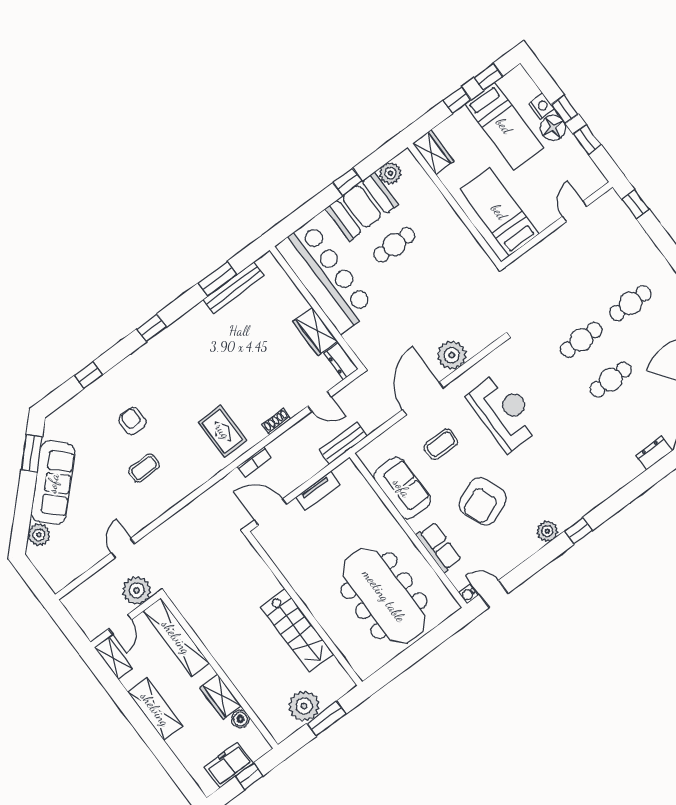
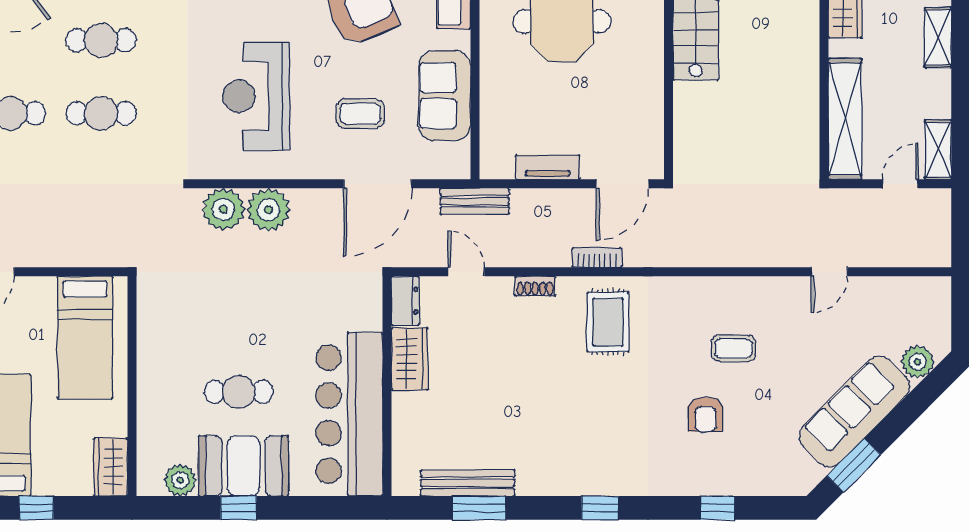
door: (423, 399) -> (378, 184), moved
door: (270, 512) -> (622, 184), hinge flipped
plant: (137, 590) -> (223, 209), moved
shelving: (155, 709) -> (938, 37), width x0.67, depth x0.75

